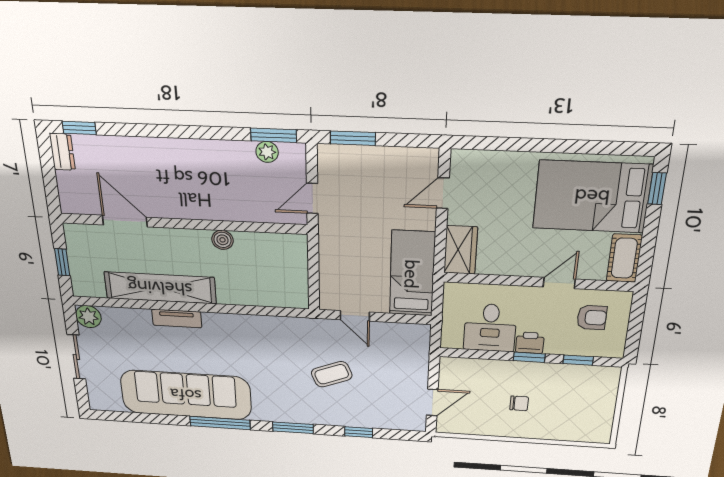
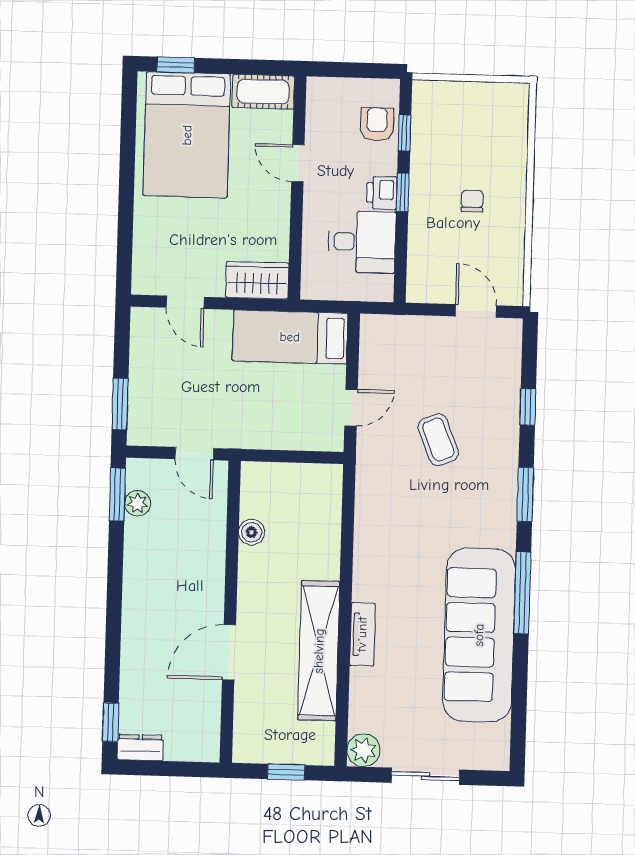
door: (125, 221) -> (229, 652), moved
boiler: (222, 240) -> (252, 532), moved
armchair: (592, 317) -> (377, 124), moved

